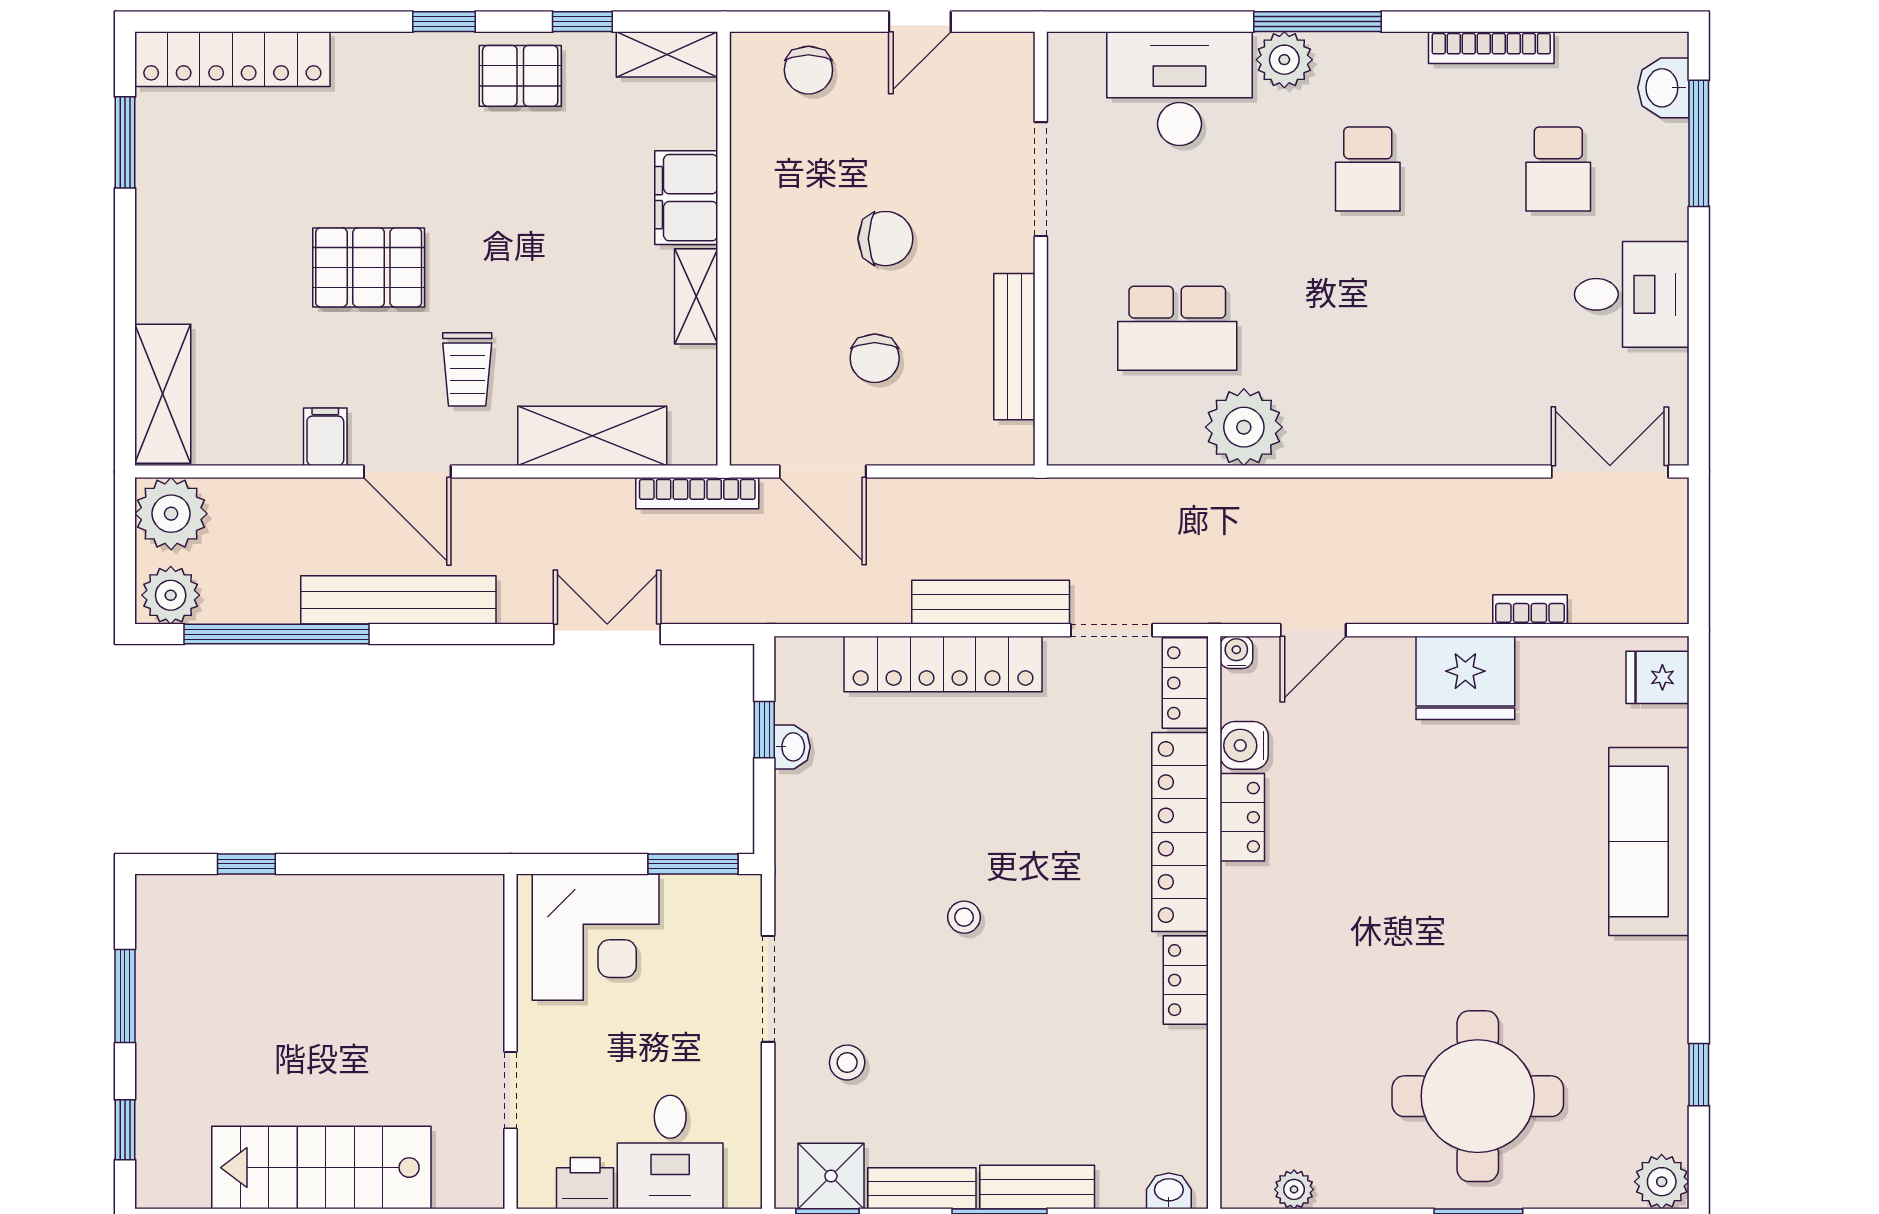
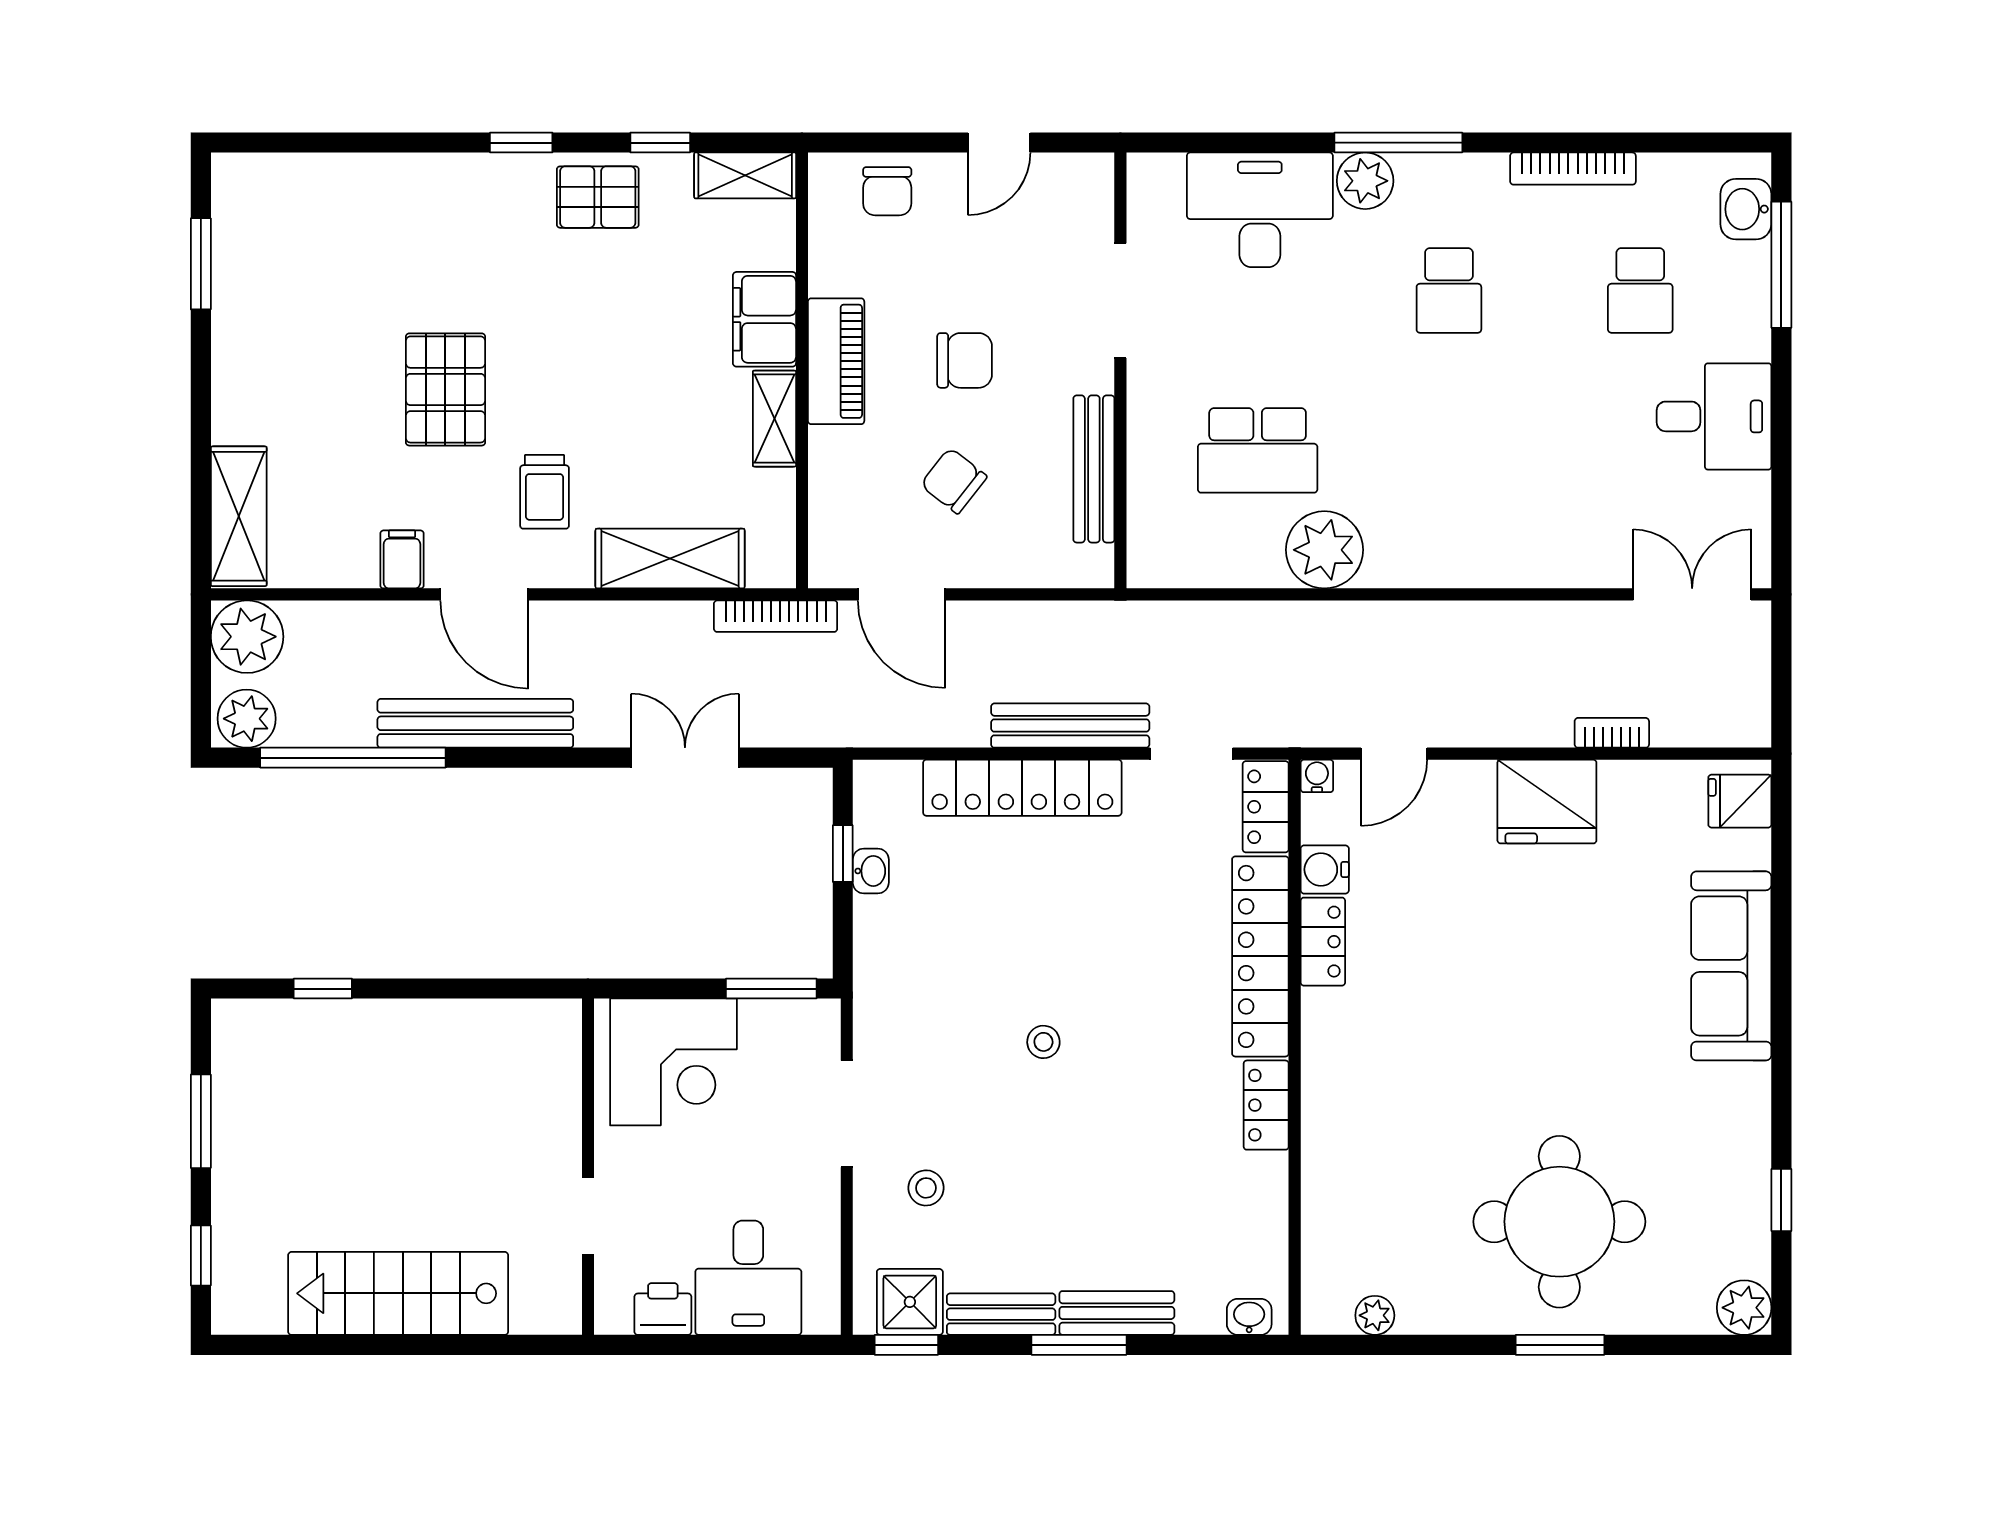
locker: (232, 59) -> (309, 180), removed
piano: (758, 239) -> (836, 361), added
pallet: (369, 267) -> (445, 389), turned 90
chair: (875, 358) -> (954, 481), turned 128

